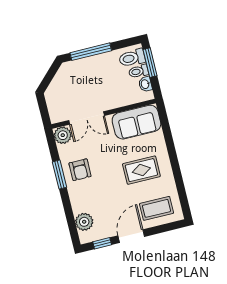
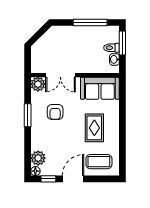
window: (91, 52) -> (90, 23), moved
toilet: (132, 58) -> (109, 36), removed
armchair: (80, 170) -> (55, 112), moved
rug: (141, 170) -> (94, 128), turned 90
floor lamp: (85, 238) -> (35, 171), added

